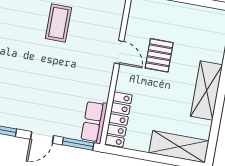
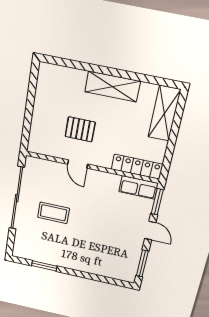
door: (119, 52) -> (78, 164), swing flipped

